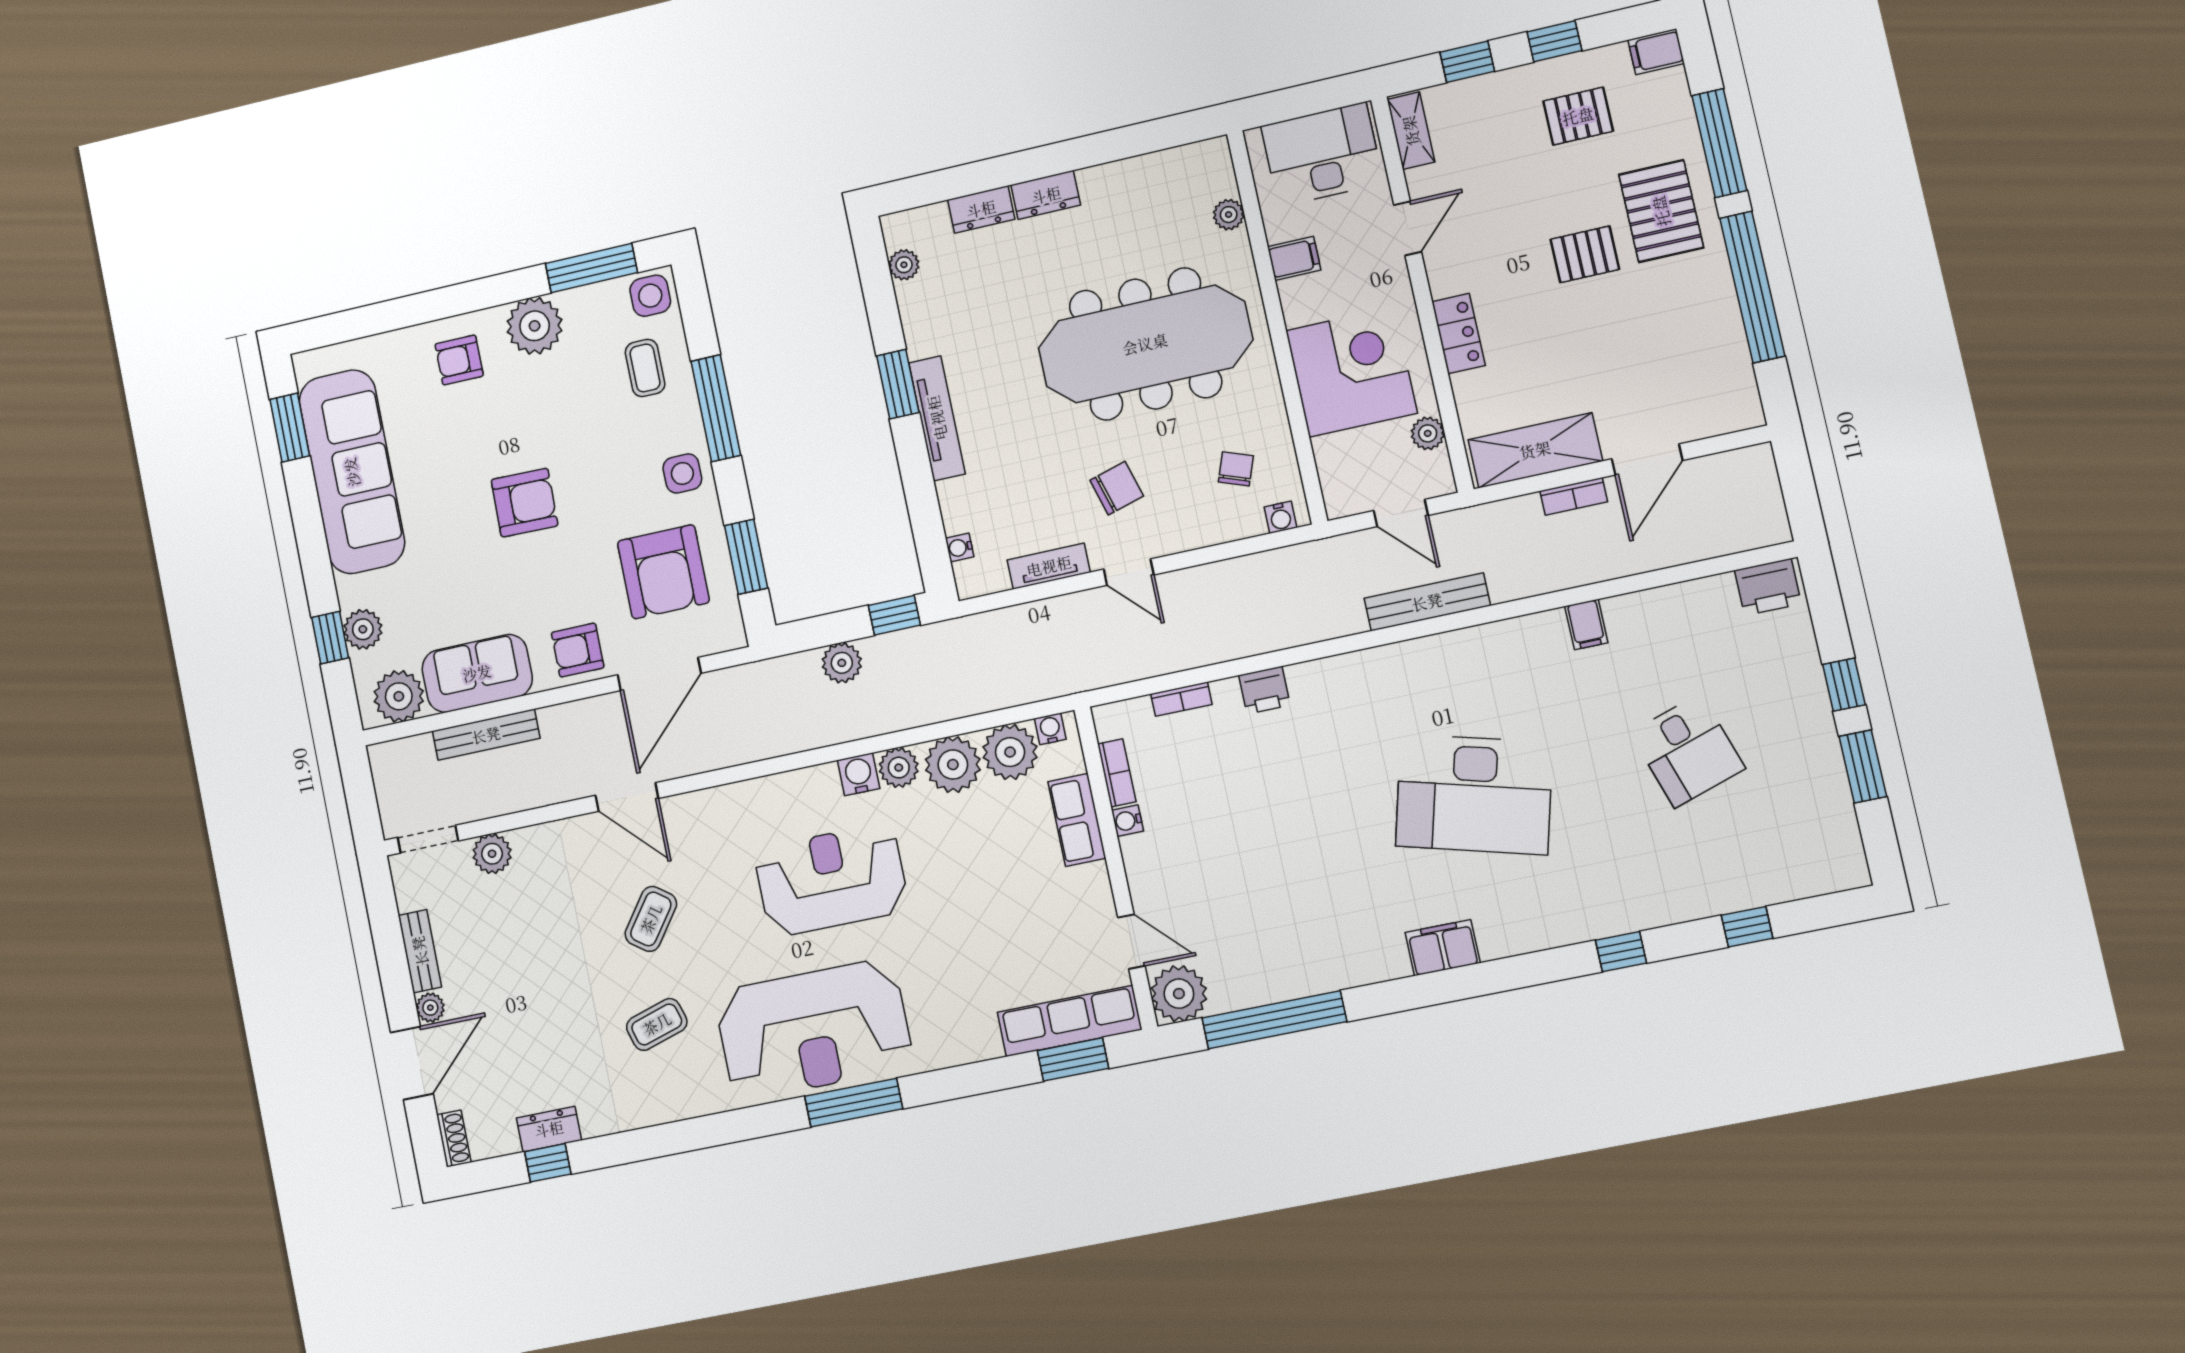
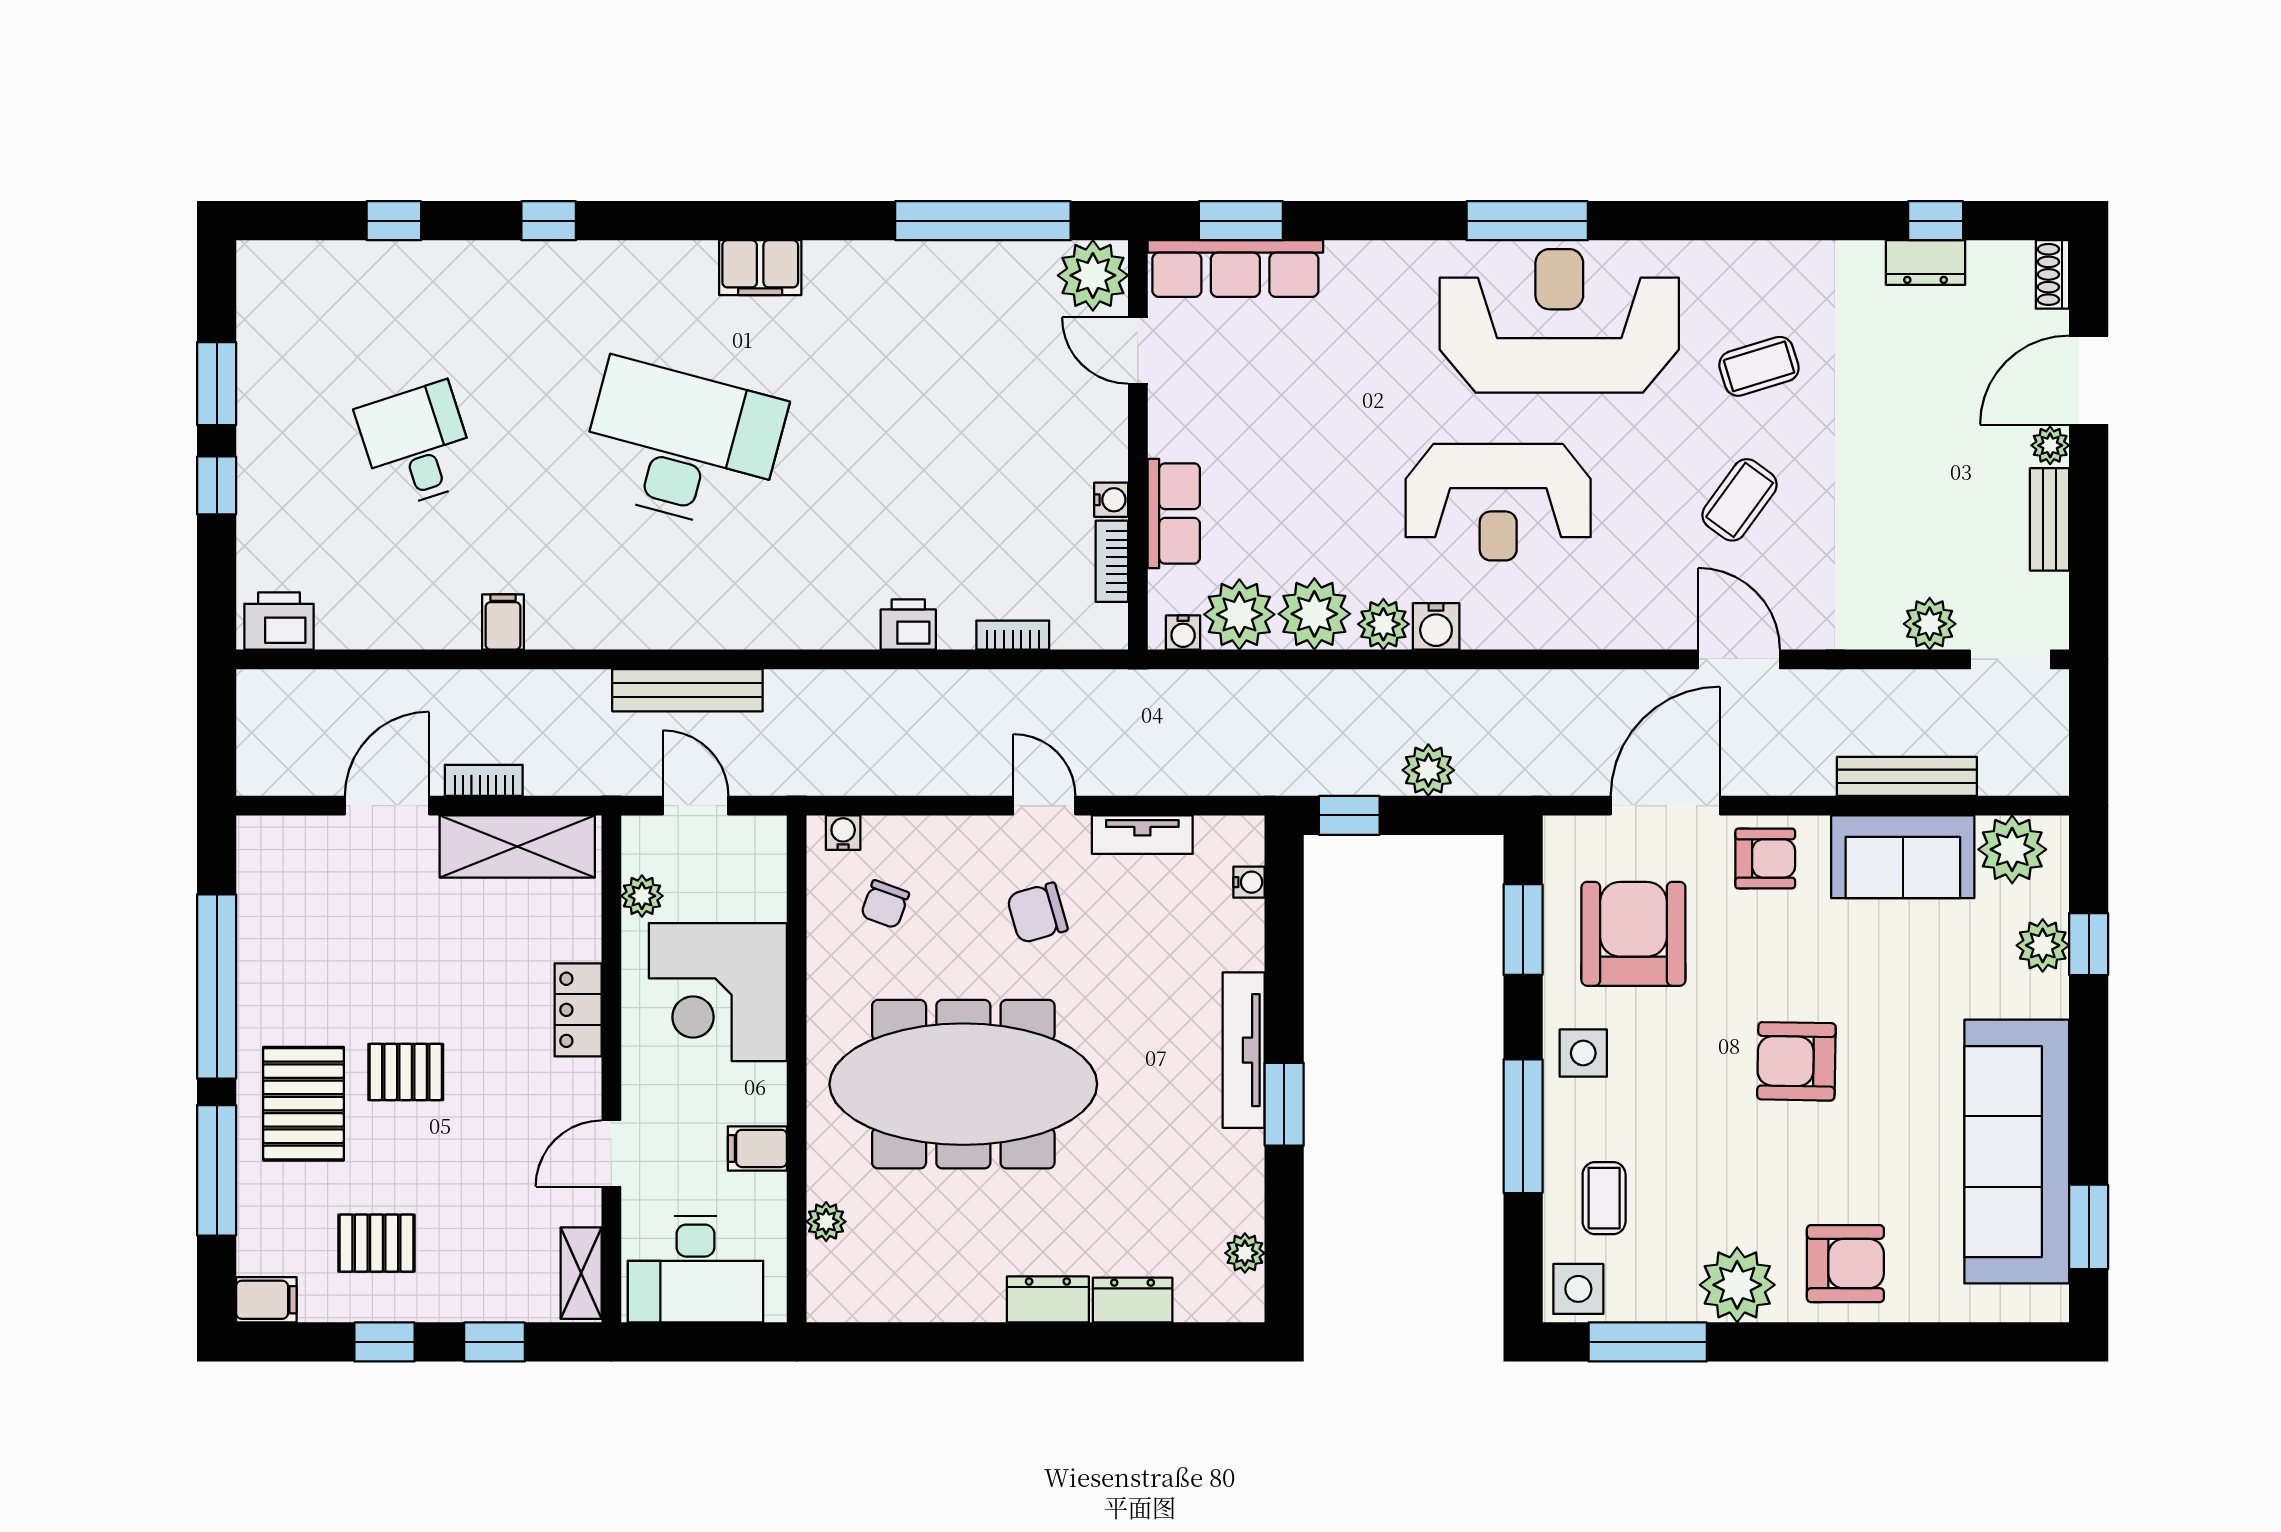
armchair: (459, 360) -> (1845, 1264), width x1.38, depth x1.38

